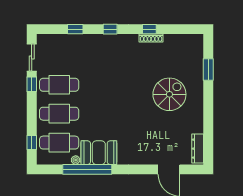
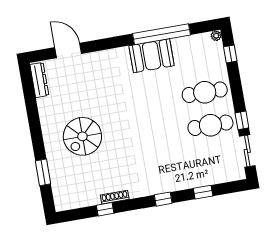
window: (149, 29) -> (105, 209), moved
cafe table: (59, 143) -> (199, 59), removed
plant: (76, 160) -> (216, 36), moved

